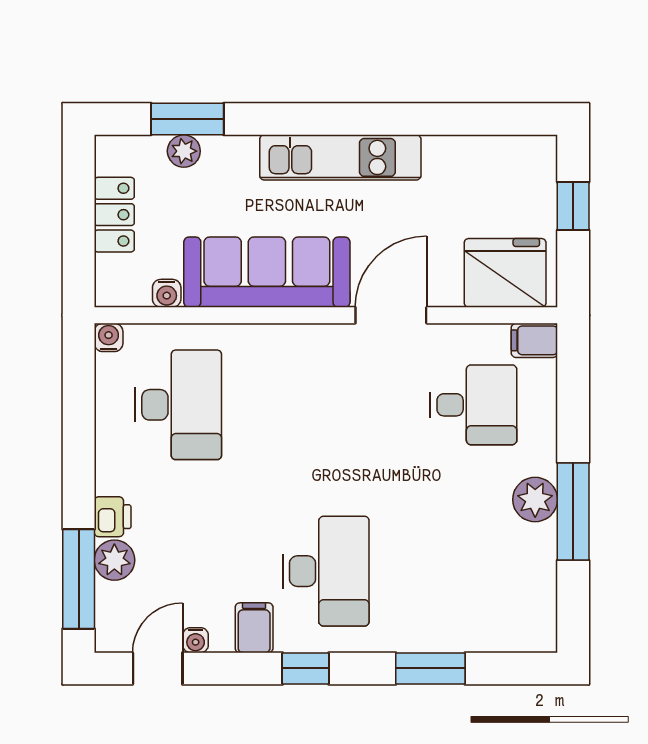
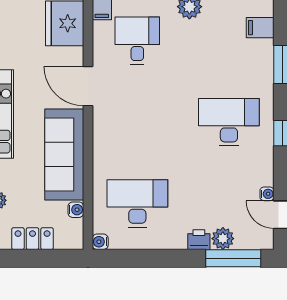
filing cabinet: (254, 628) -> (260, 28), moved

